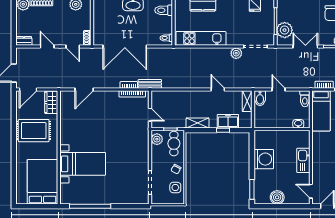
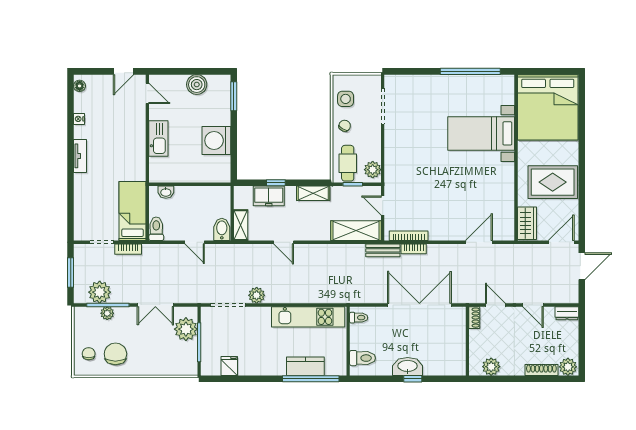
shelving: (168, 97) -> (356, 231), added
bed: (43, 182) -> (548, 107), width x1.36

